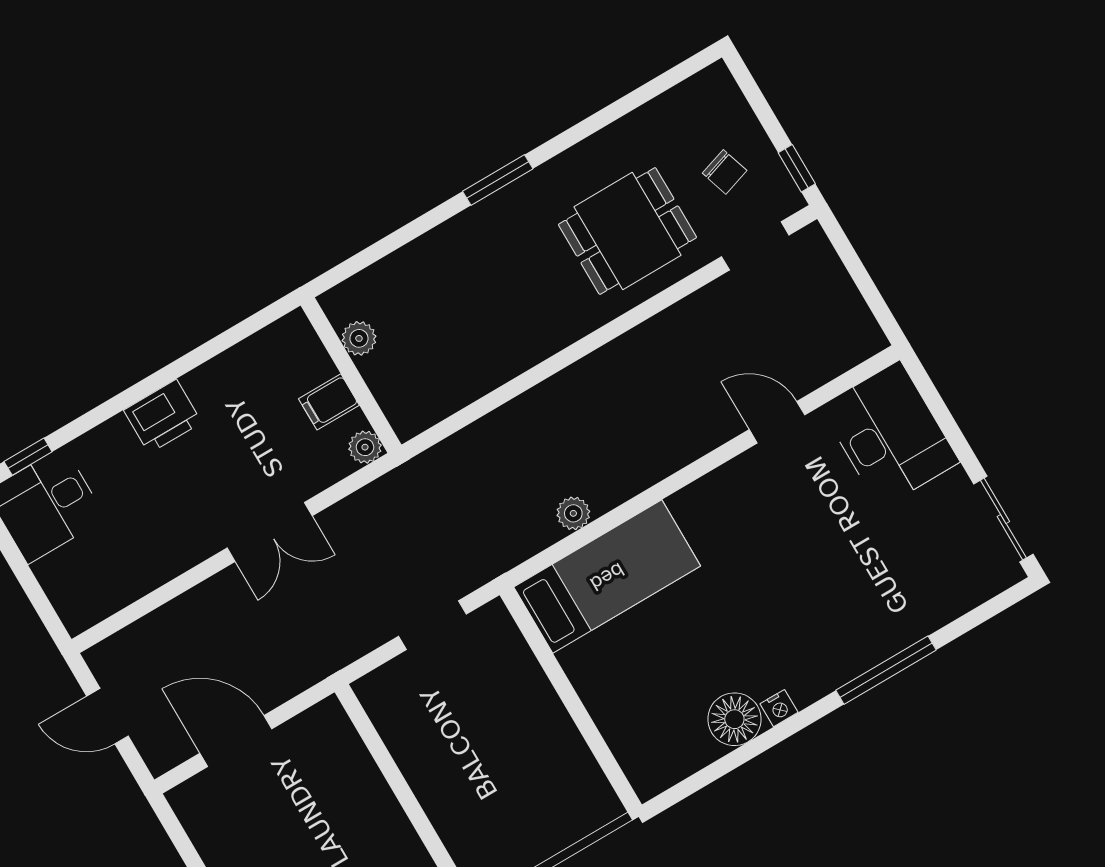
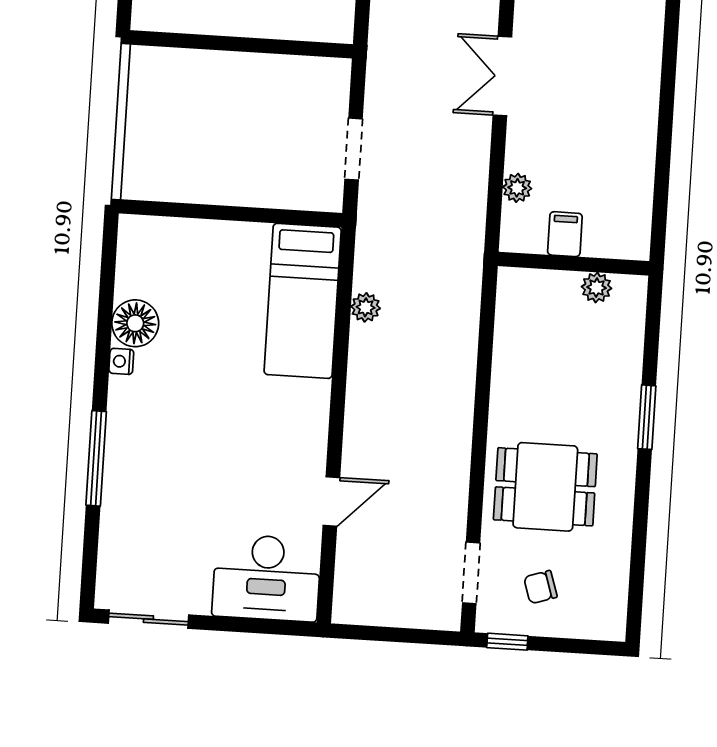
dining table: (627, 231) -> (545, 487), turned 90
plant: (359, 338) -> (597, 288), moved
wall: (351, 375) -> (574, 264), moved
filing cabinet: (329, 402) -> (565, 234), moved
printer: (163, 416) -> (640, 55), removed

